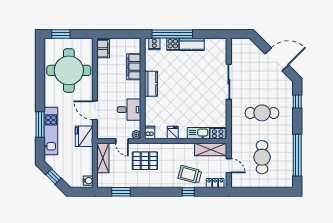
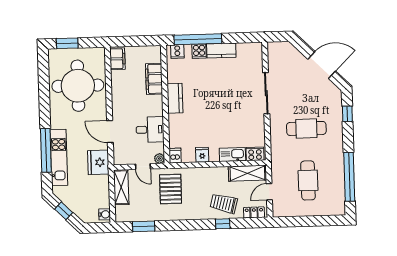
window: (40, 125) -> (46, 150), width x1.46
pallet: (145, 161) -> (171, 189), turned 90
door: (229, 166) -> (269, 192), swing flipped

